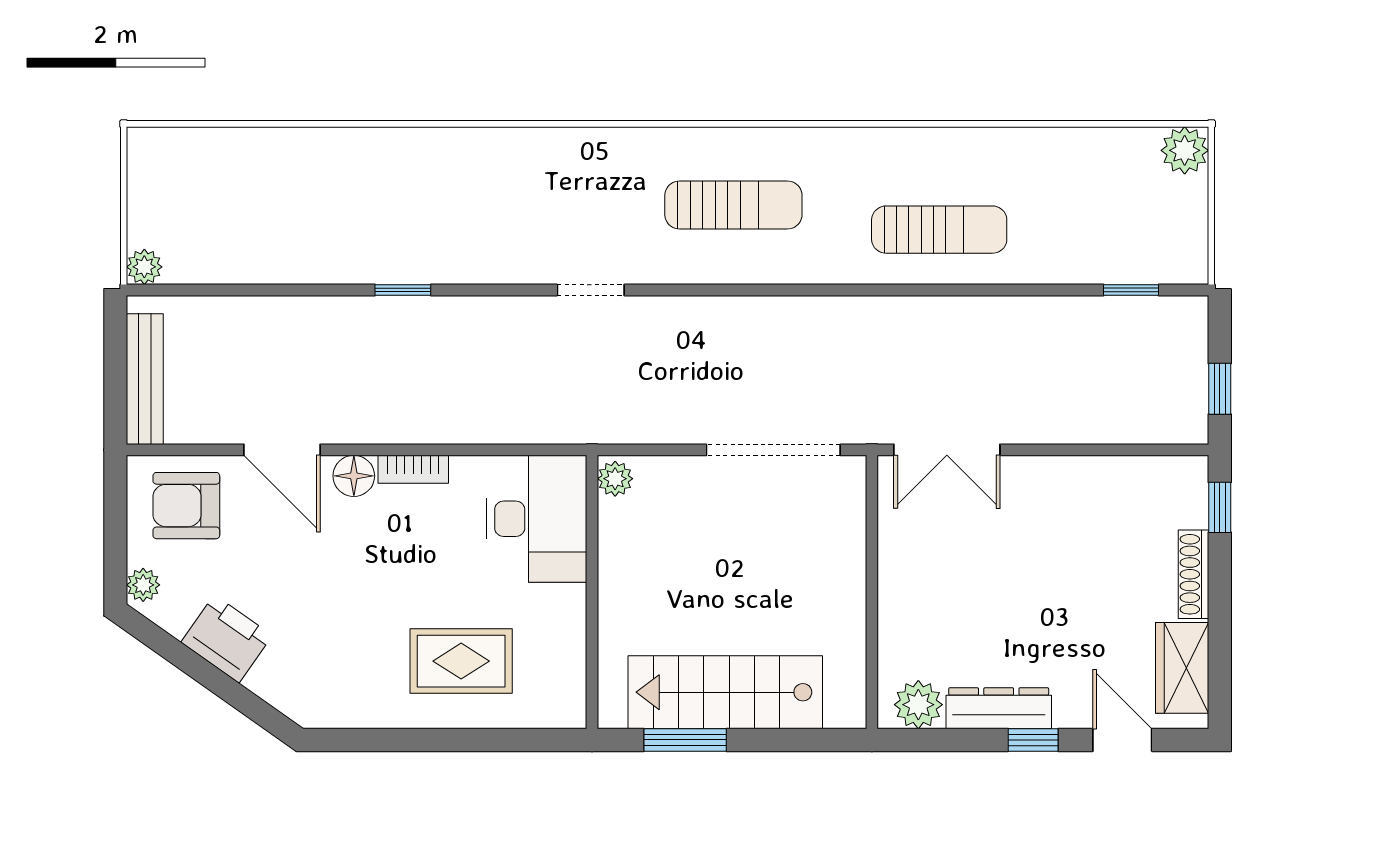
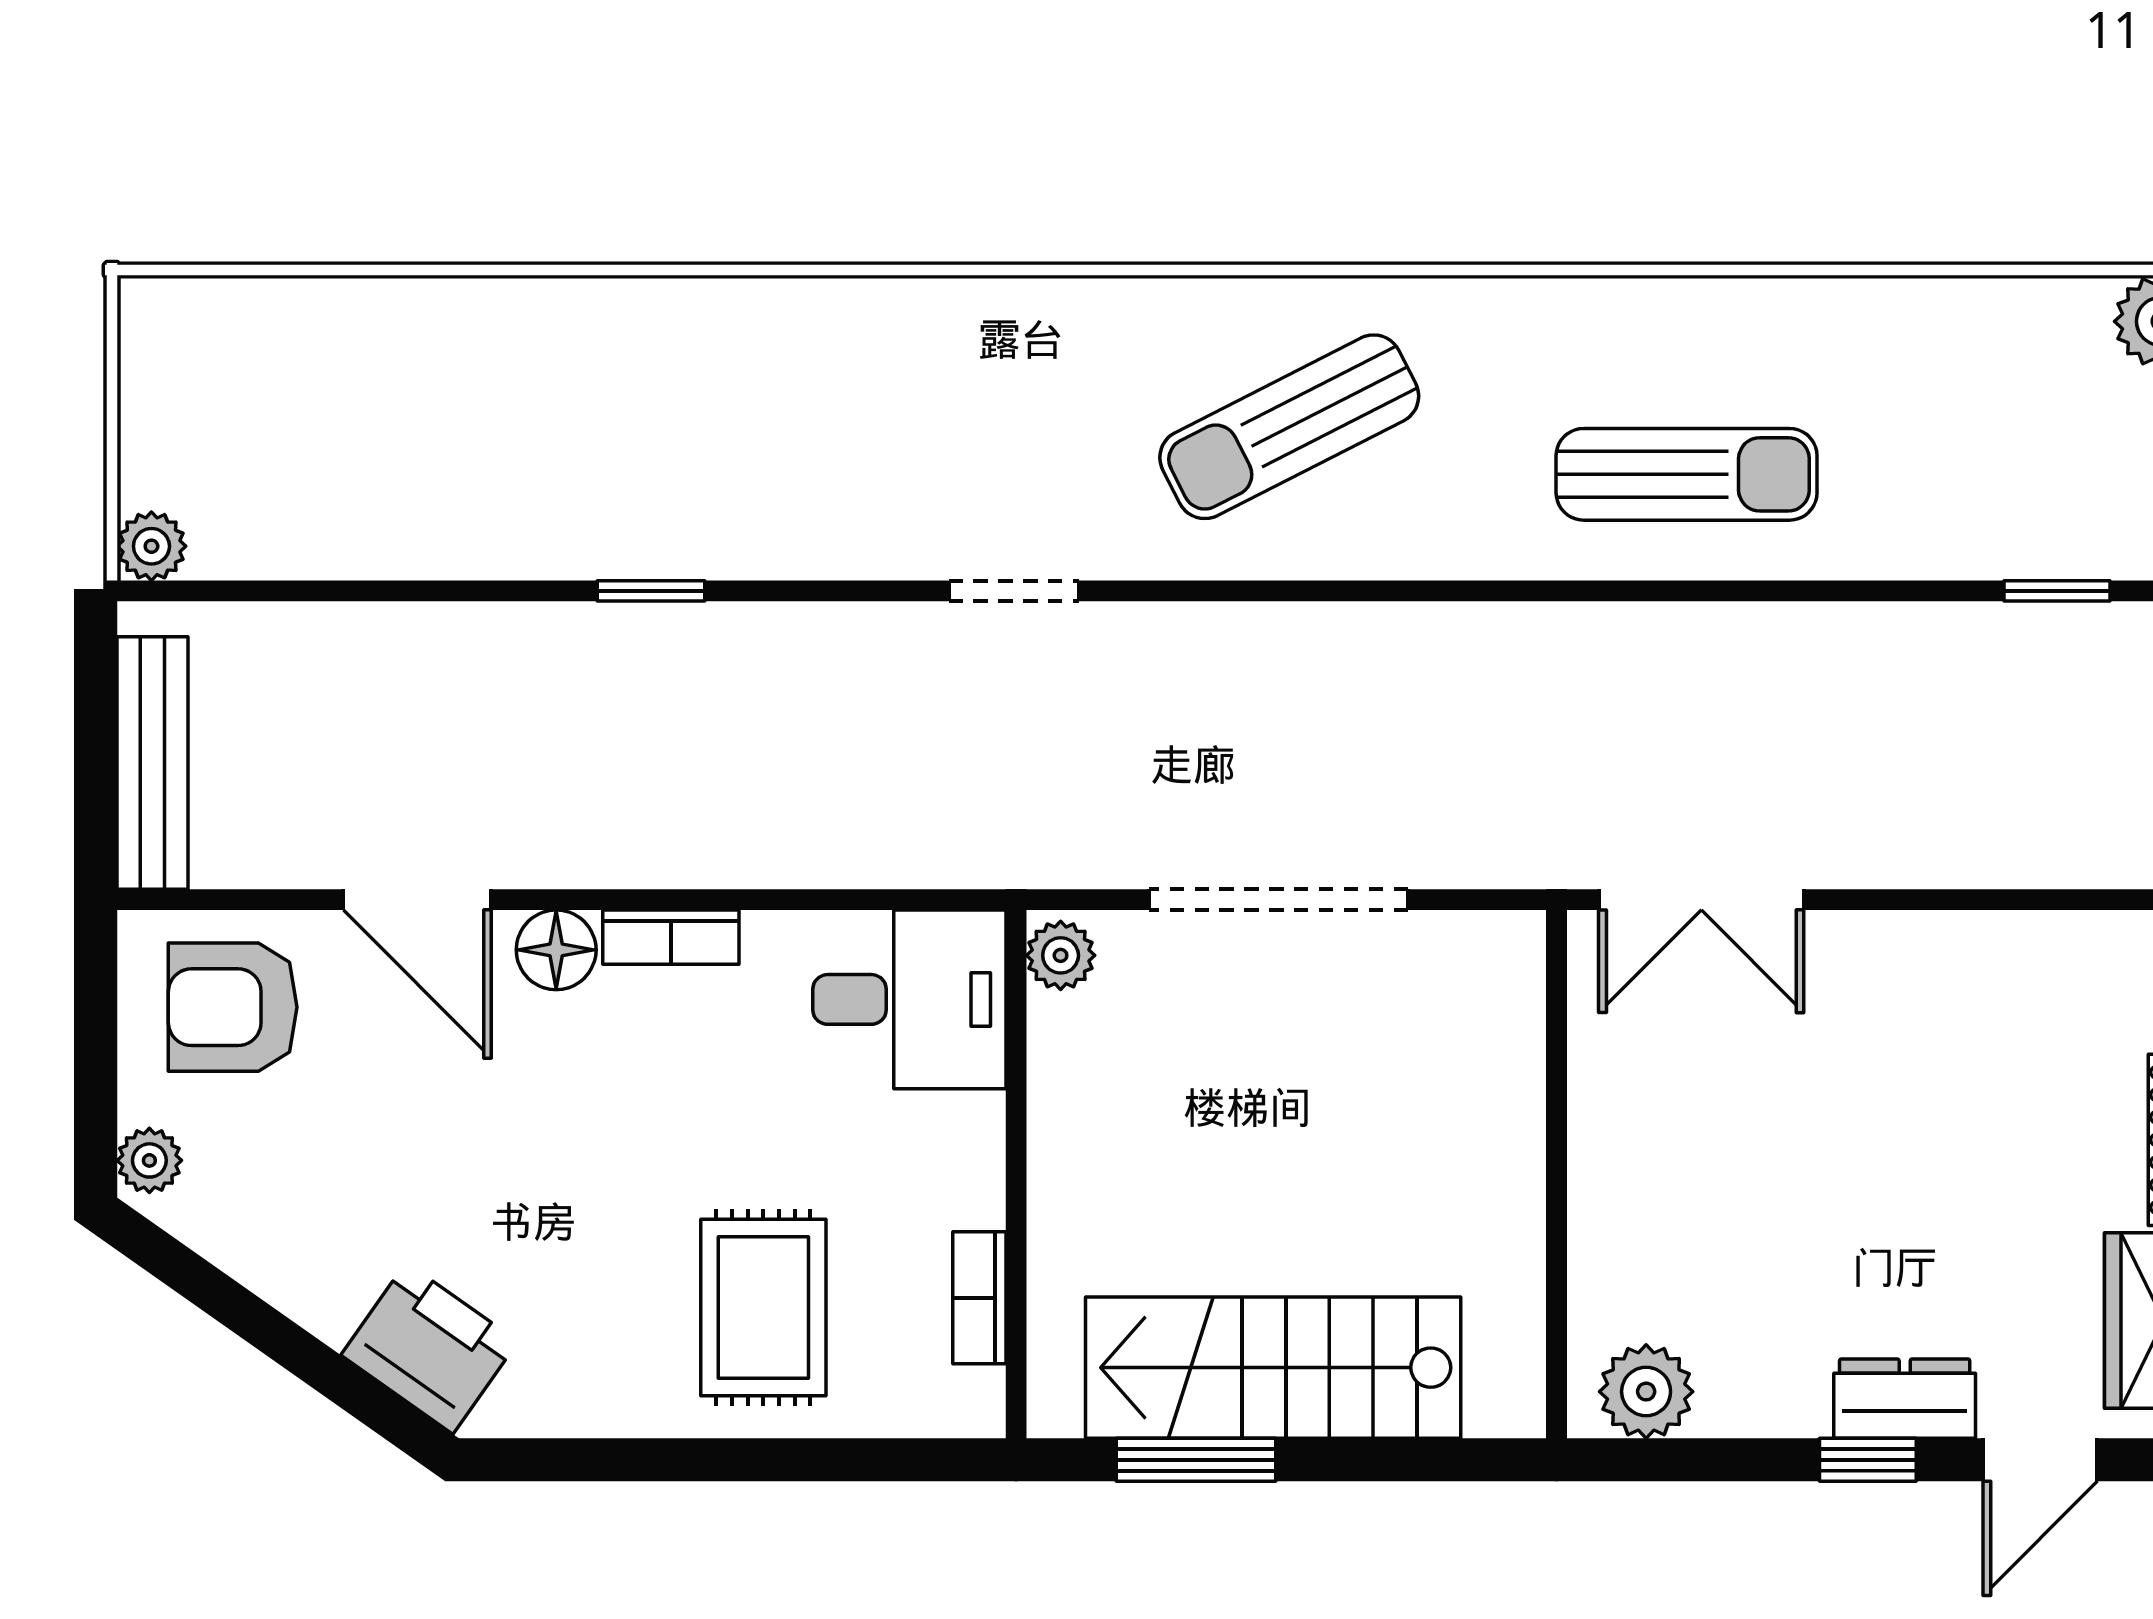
sun lounger: (733, 205) -> (1289, 427), turned 153
doorway: (773, 450) -> (1278, 900), moved
desk: (537, 519) -> (909, 999), width x0.73
printer: (227, 639) -> (429, 1348), moved
bookcase: (573, 656) -> (979, 1298), added
rug: (461, 661) -> (763, 1308), turned 90
dresser: (999, 708) -> (1905, 1399), moved, width x0.70
door: (1122, 740) -> (2040, 1460), swing flipped

